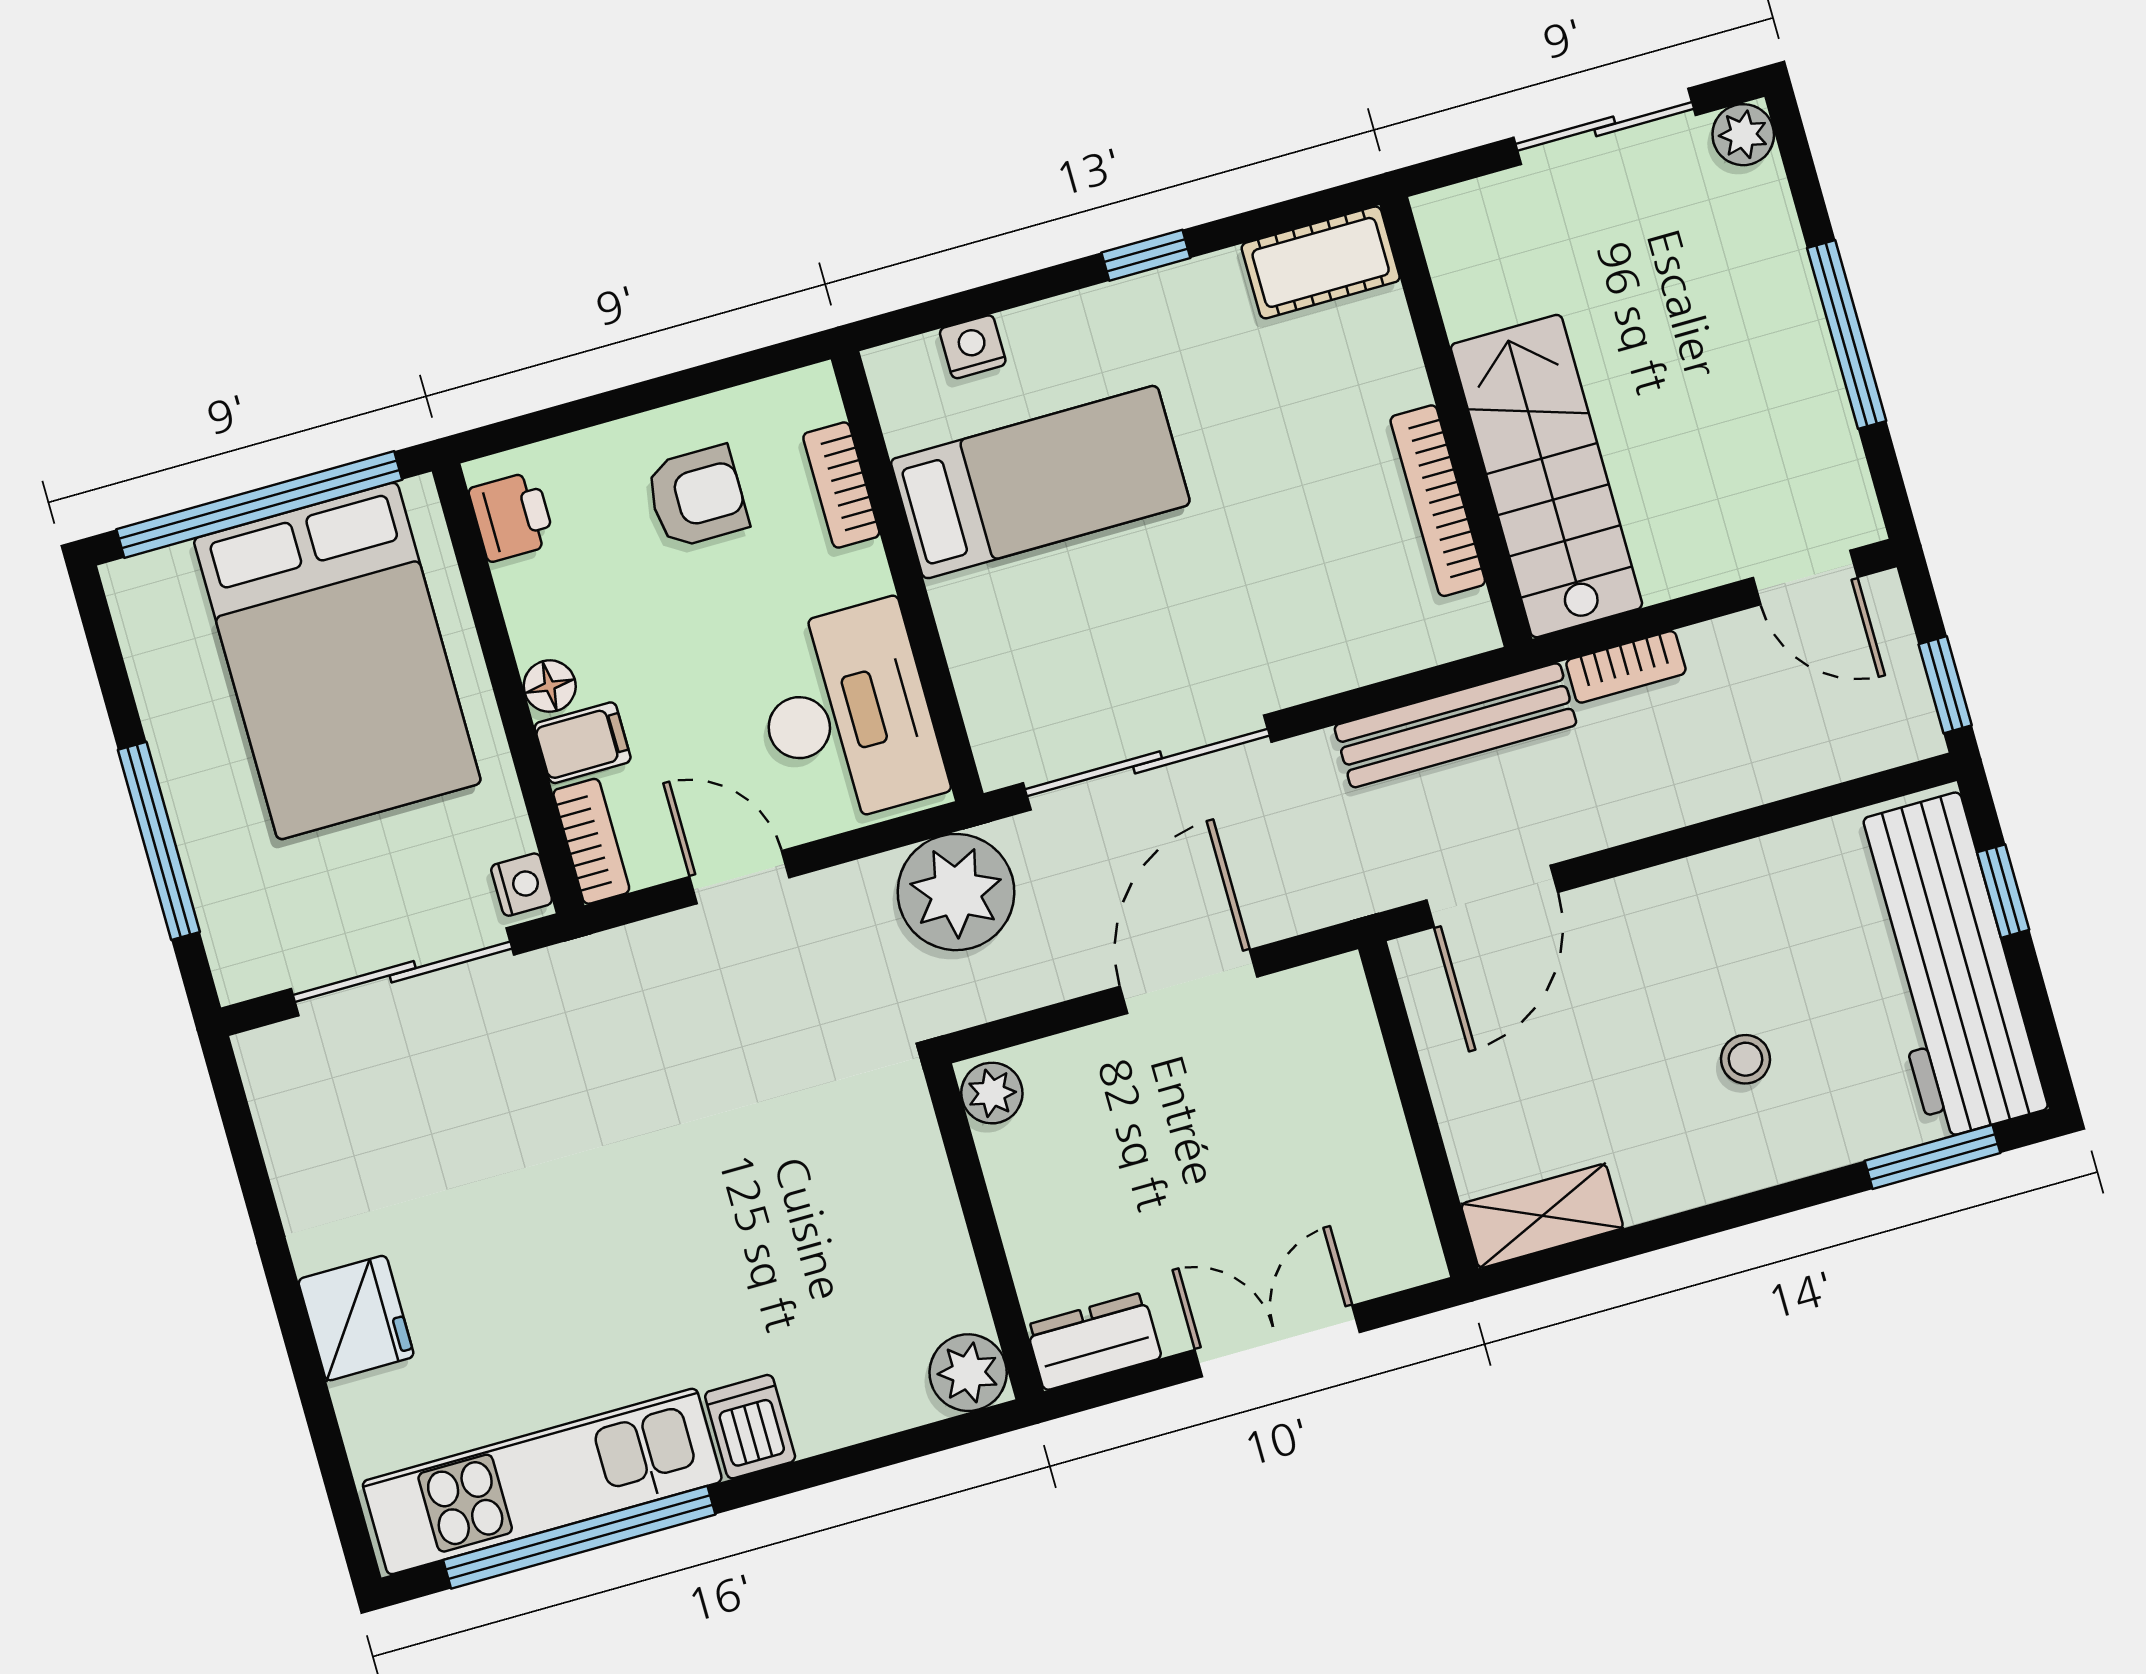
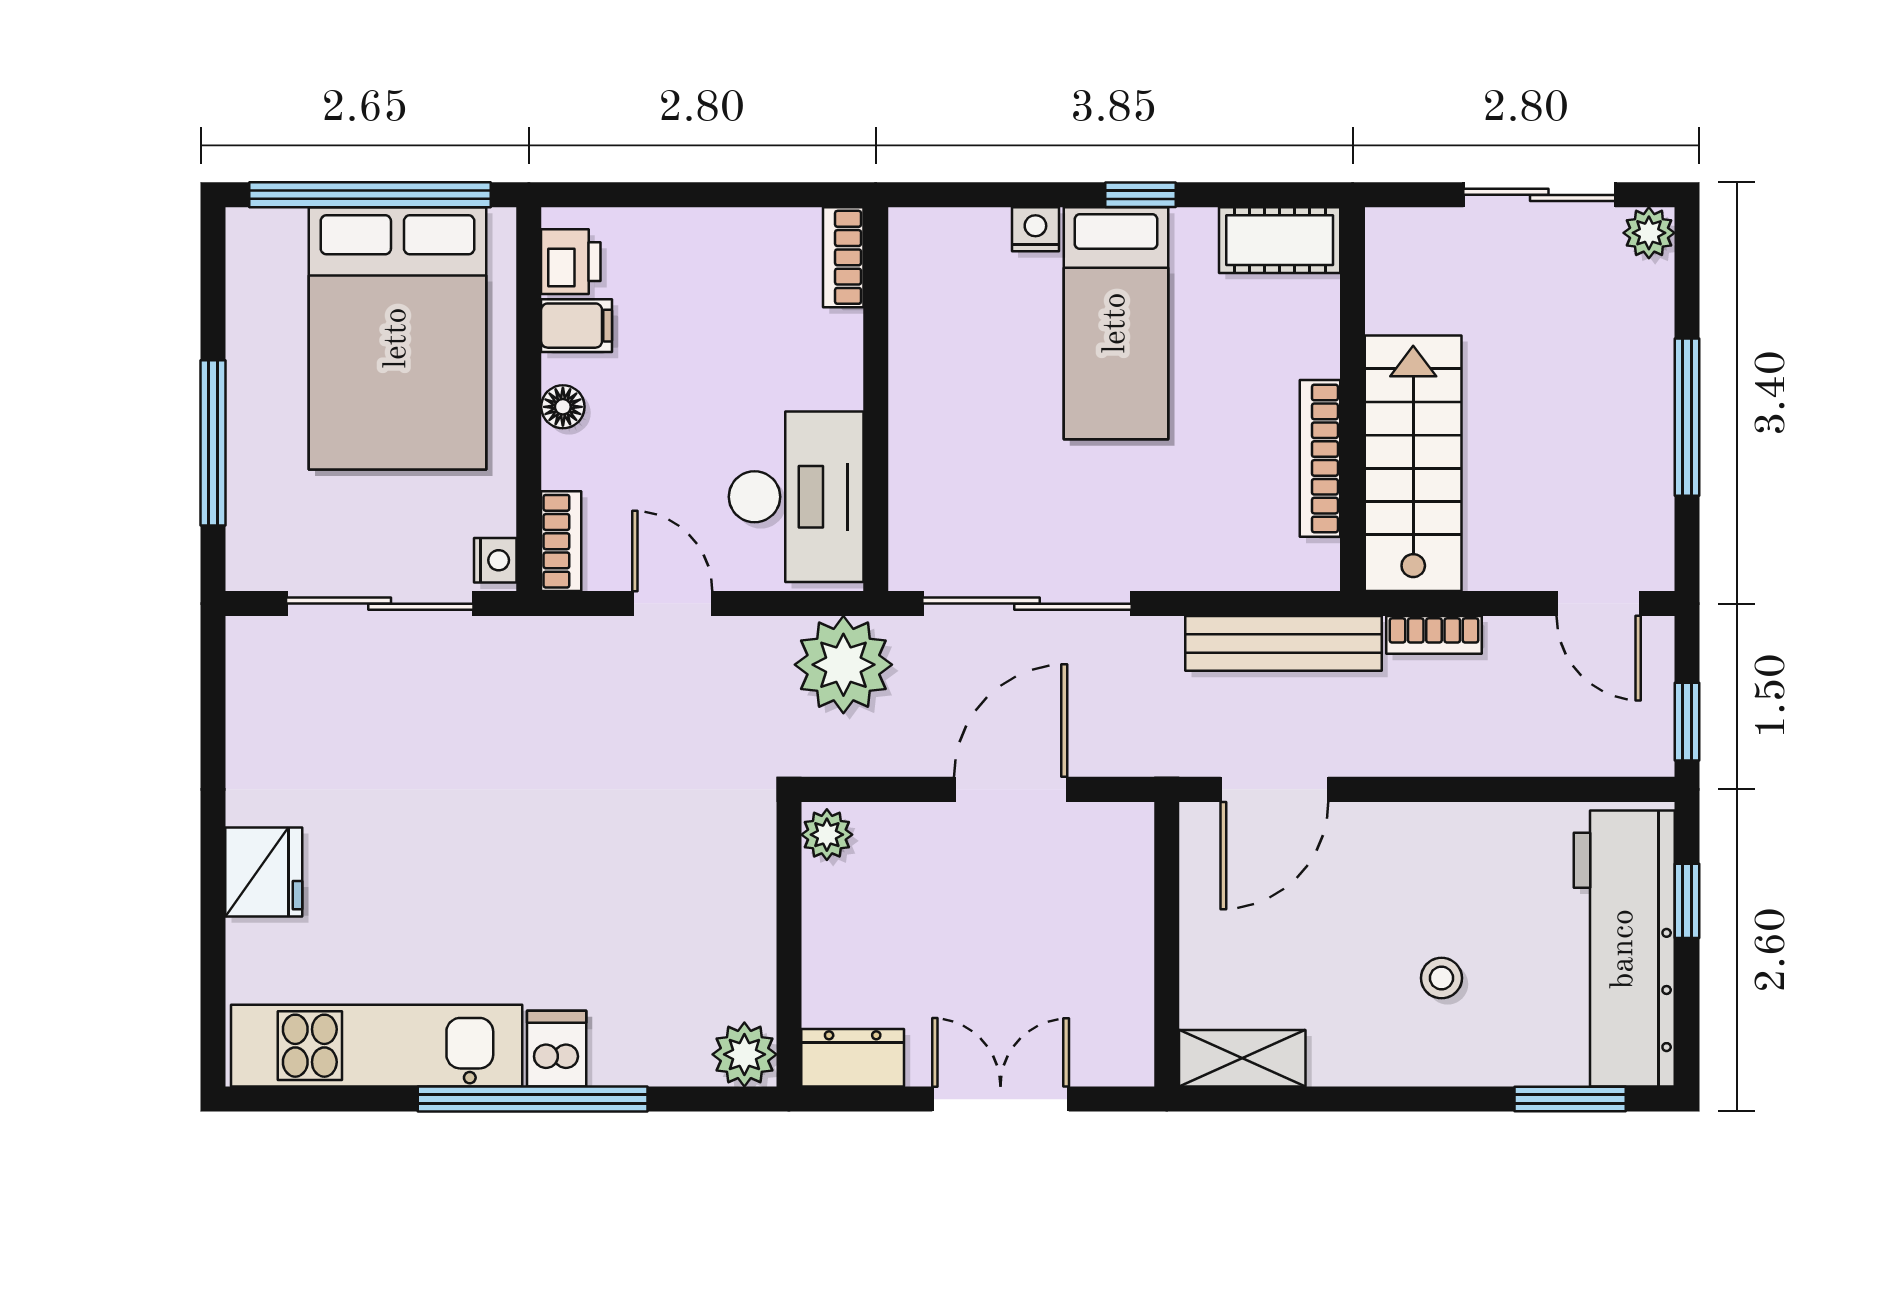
nightstand: (973, 347) -> (1035, 229), moved
bed: (1040, 482) -> (1116, 323), moved, turned 90
bookcase: (841, 485) -> (843, 257), moved
armchair: (697, 497) -> (724, 288), removed
filing cabinet: (583, 743) -> (577, 326), moved
window: (579, 1537) -> (533, 1099), moved

